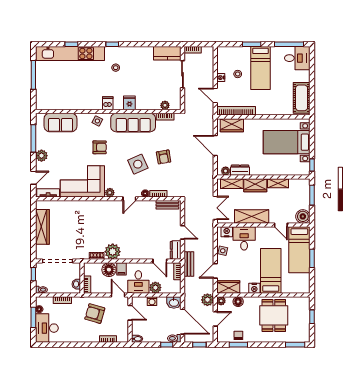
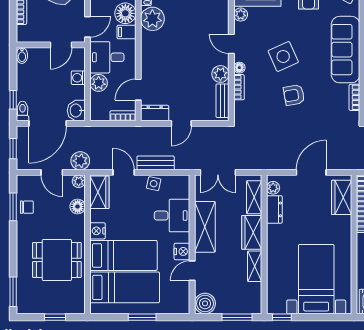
plant: (149, 206) -> (220, 74), added
nightstand: (227, 232) -> (182, 251), moved
bed: (299, 250) -> (125, 287), moved, turned 180
bench: (189, 264) -> (156, 163), moved

